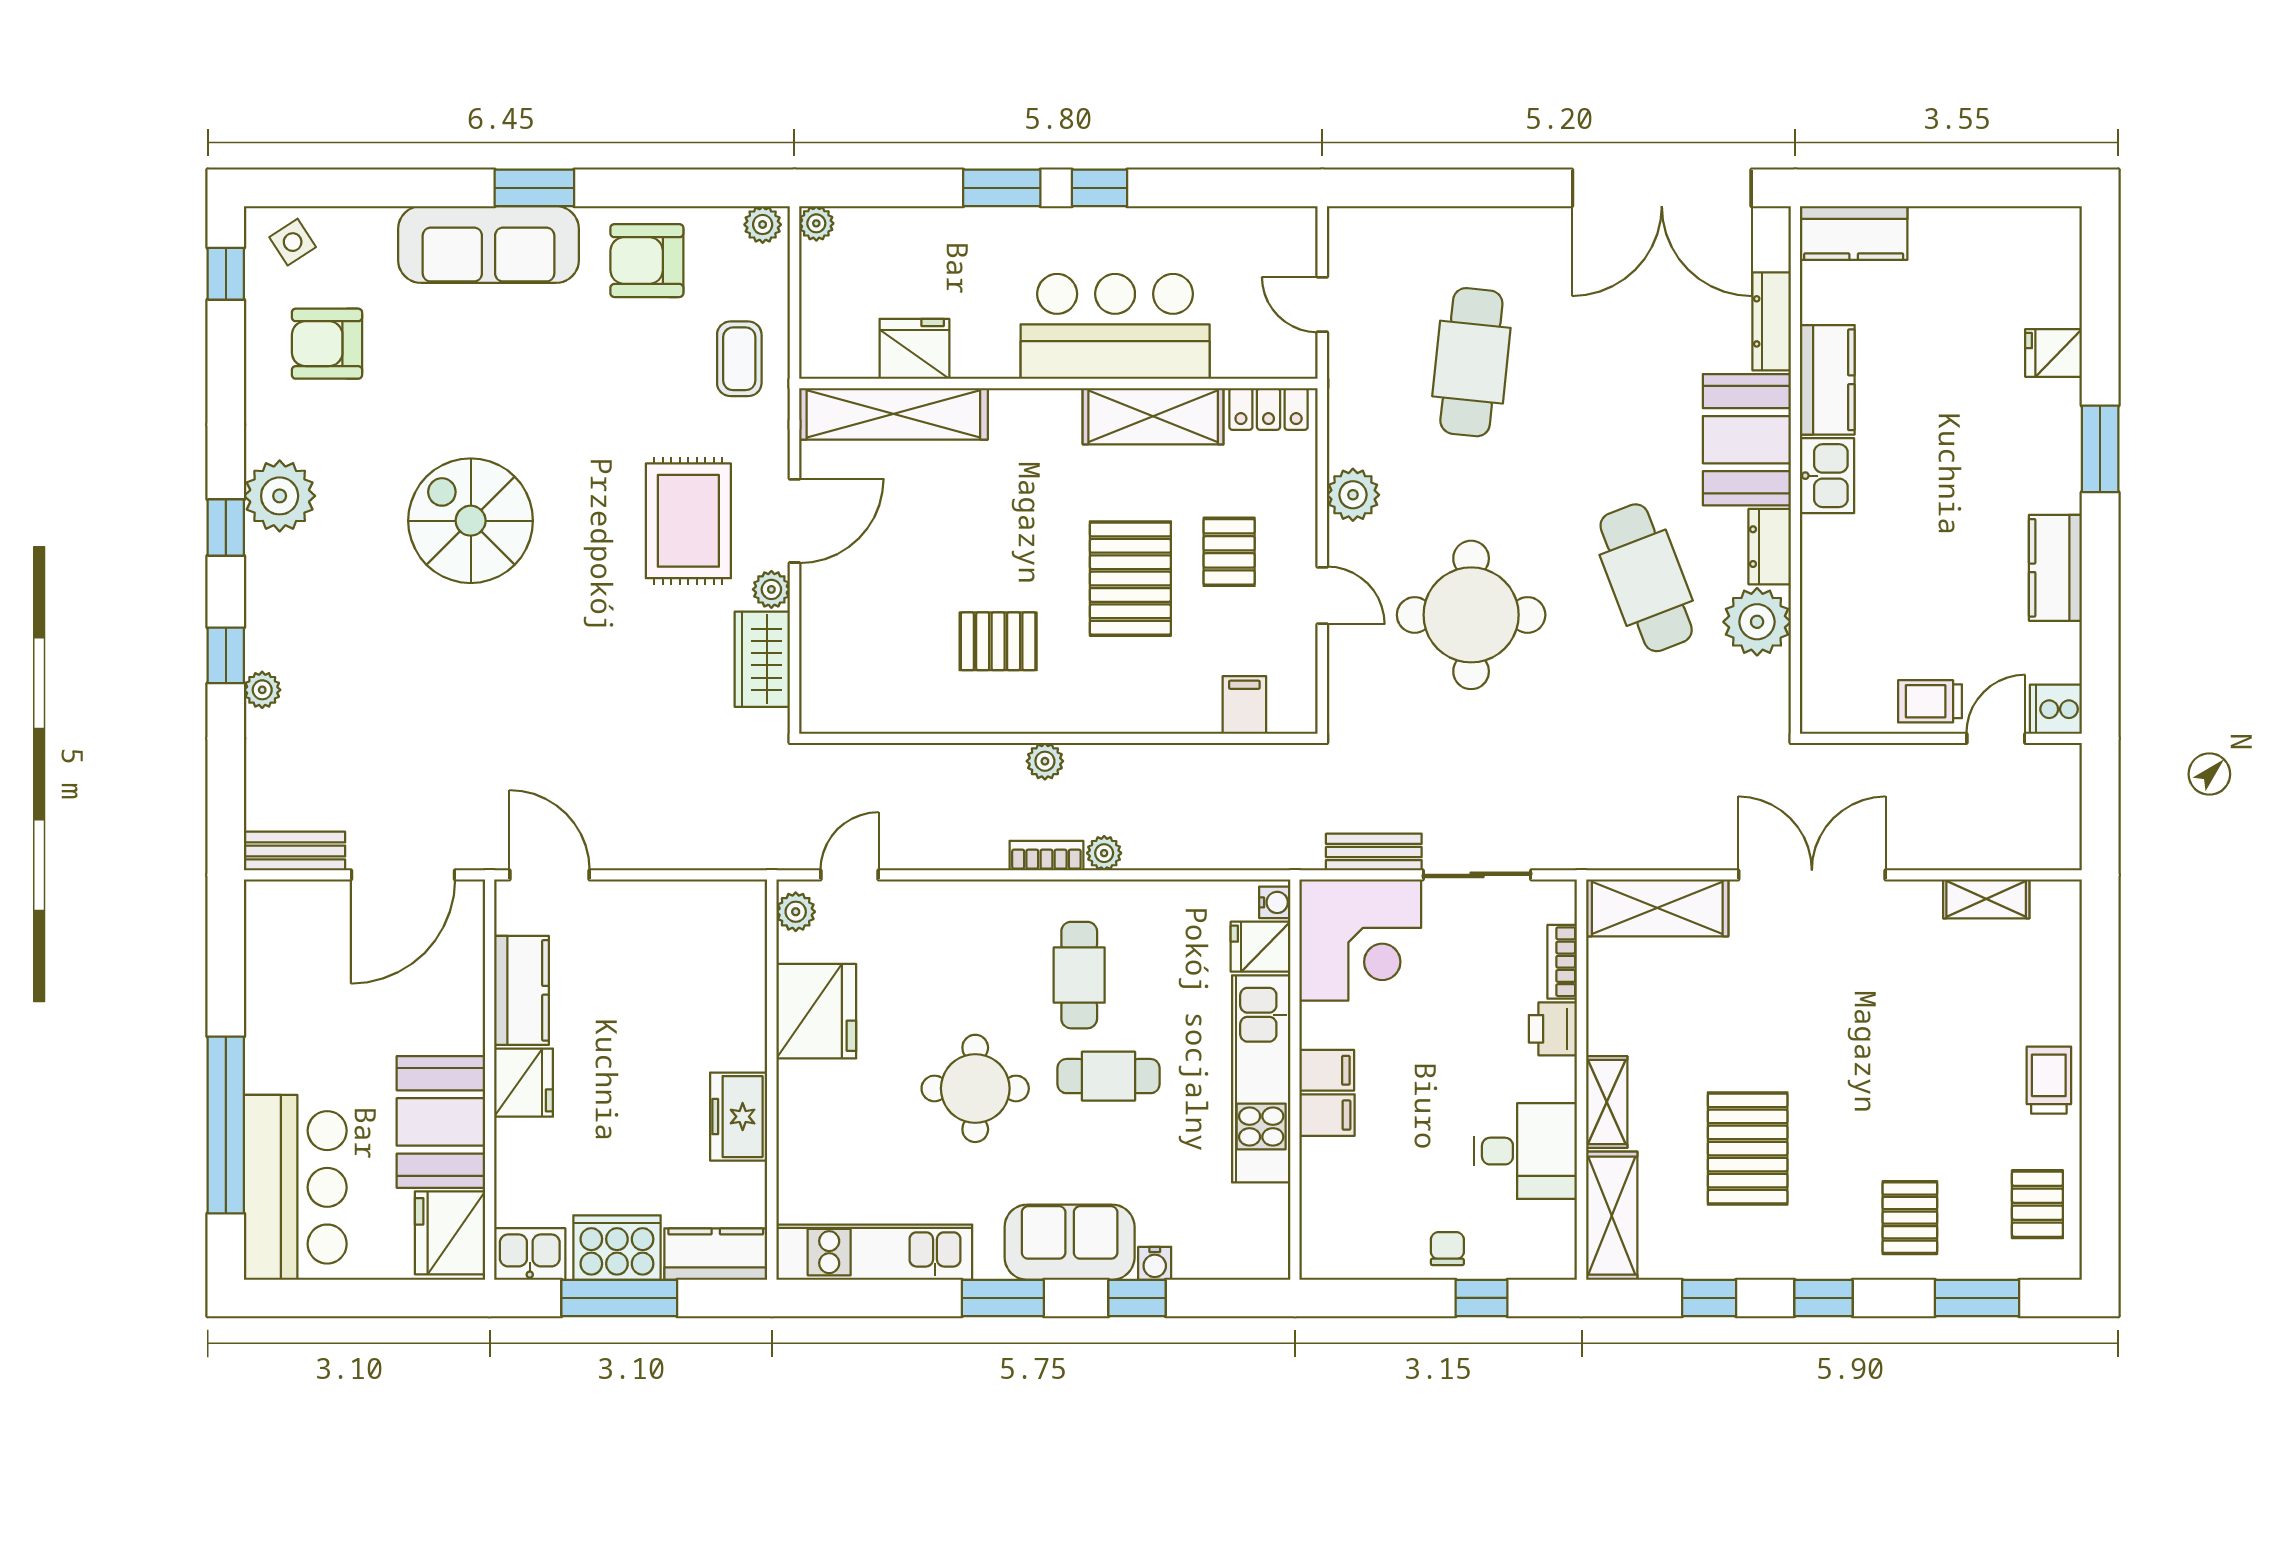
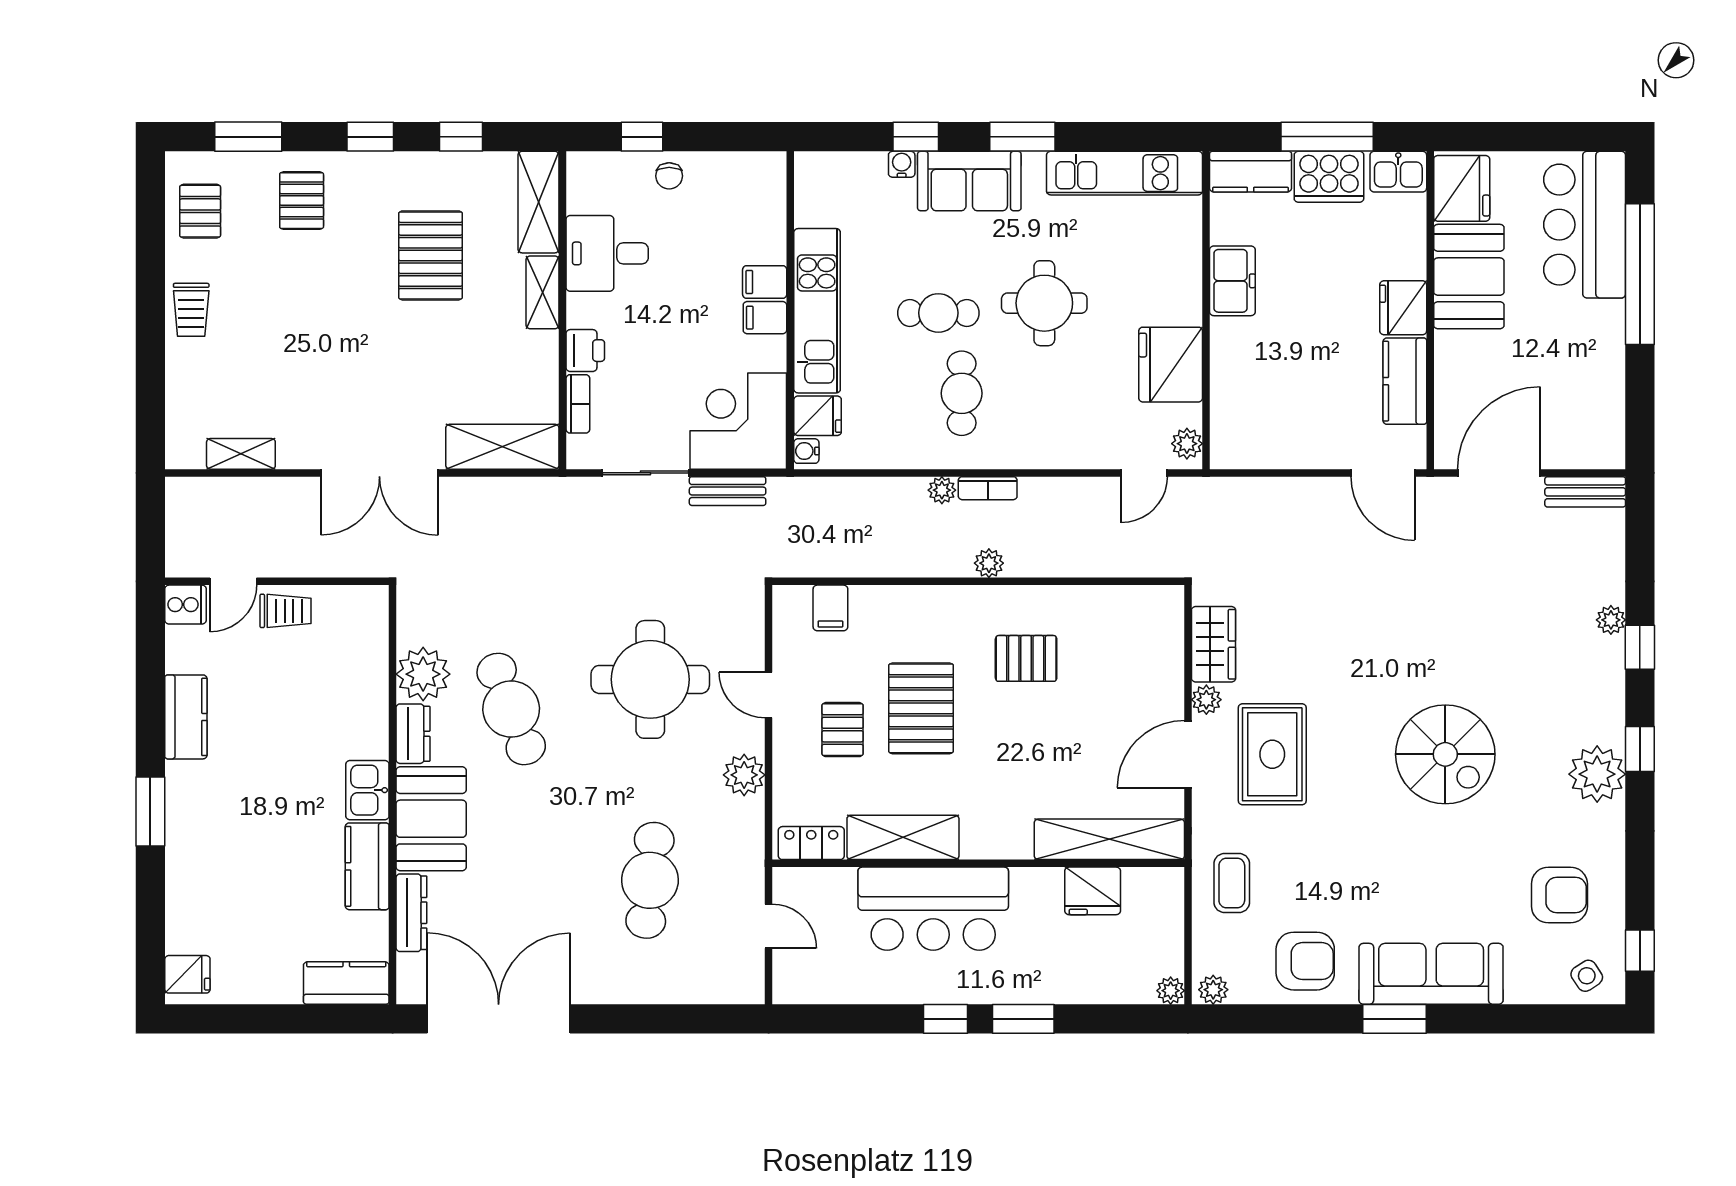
fridge: (2054, 353) -> (187, 974), moved

